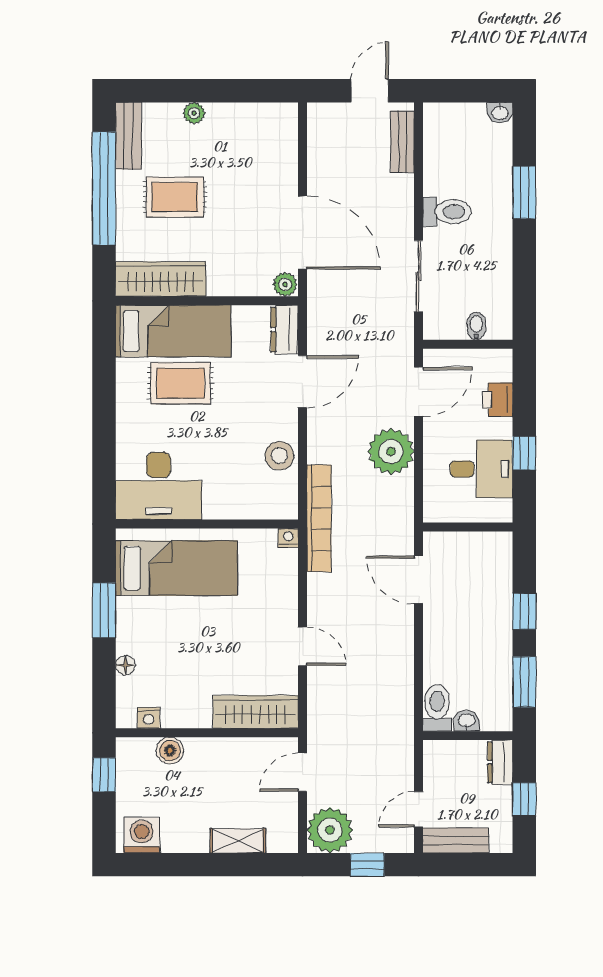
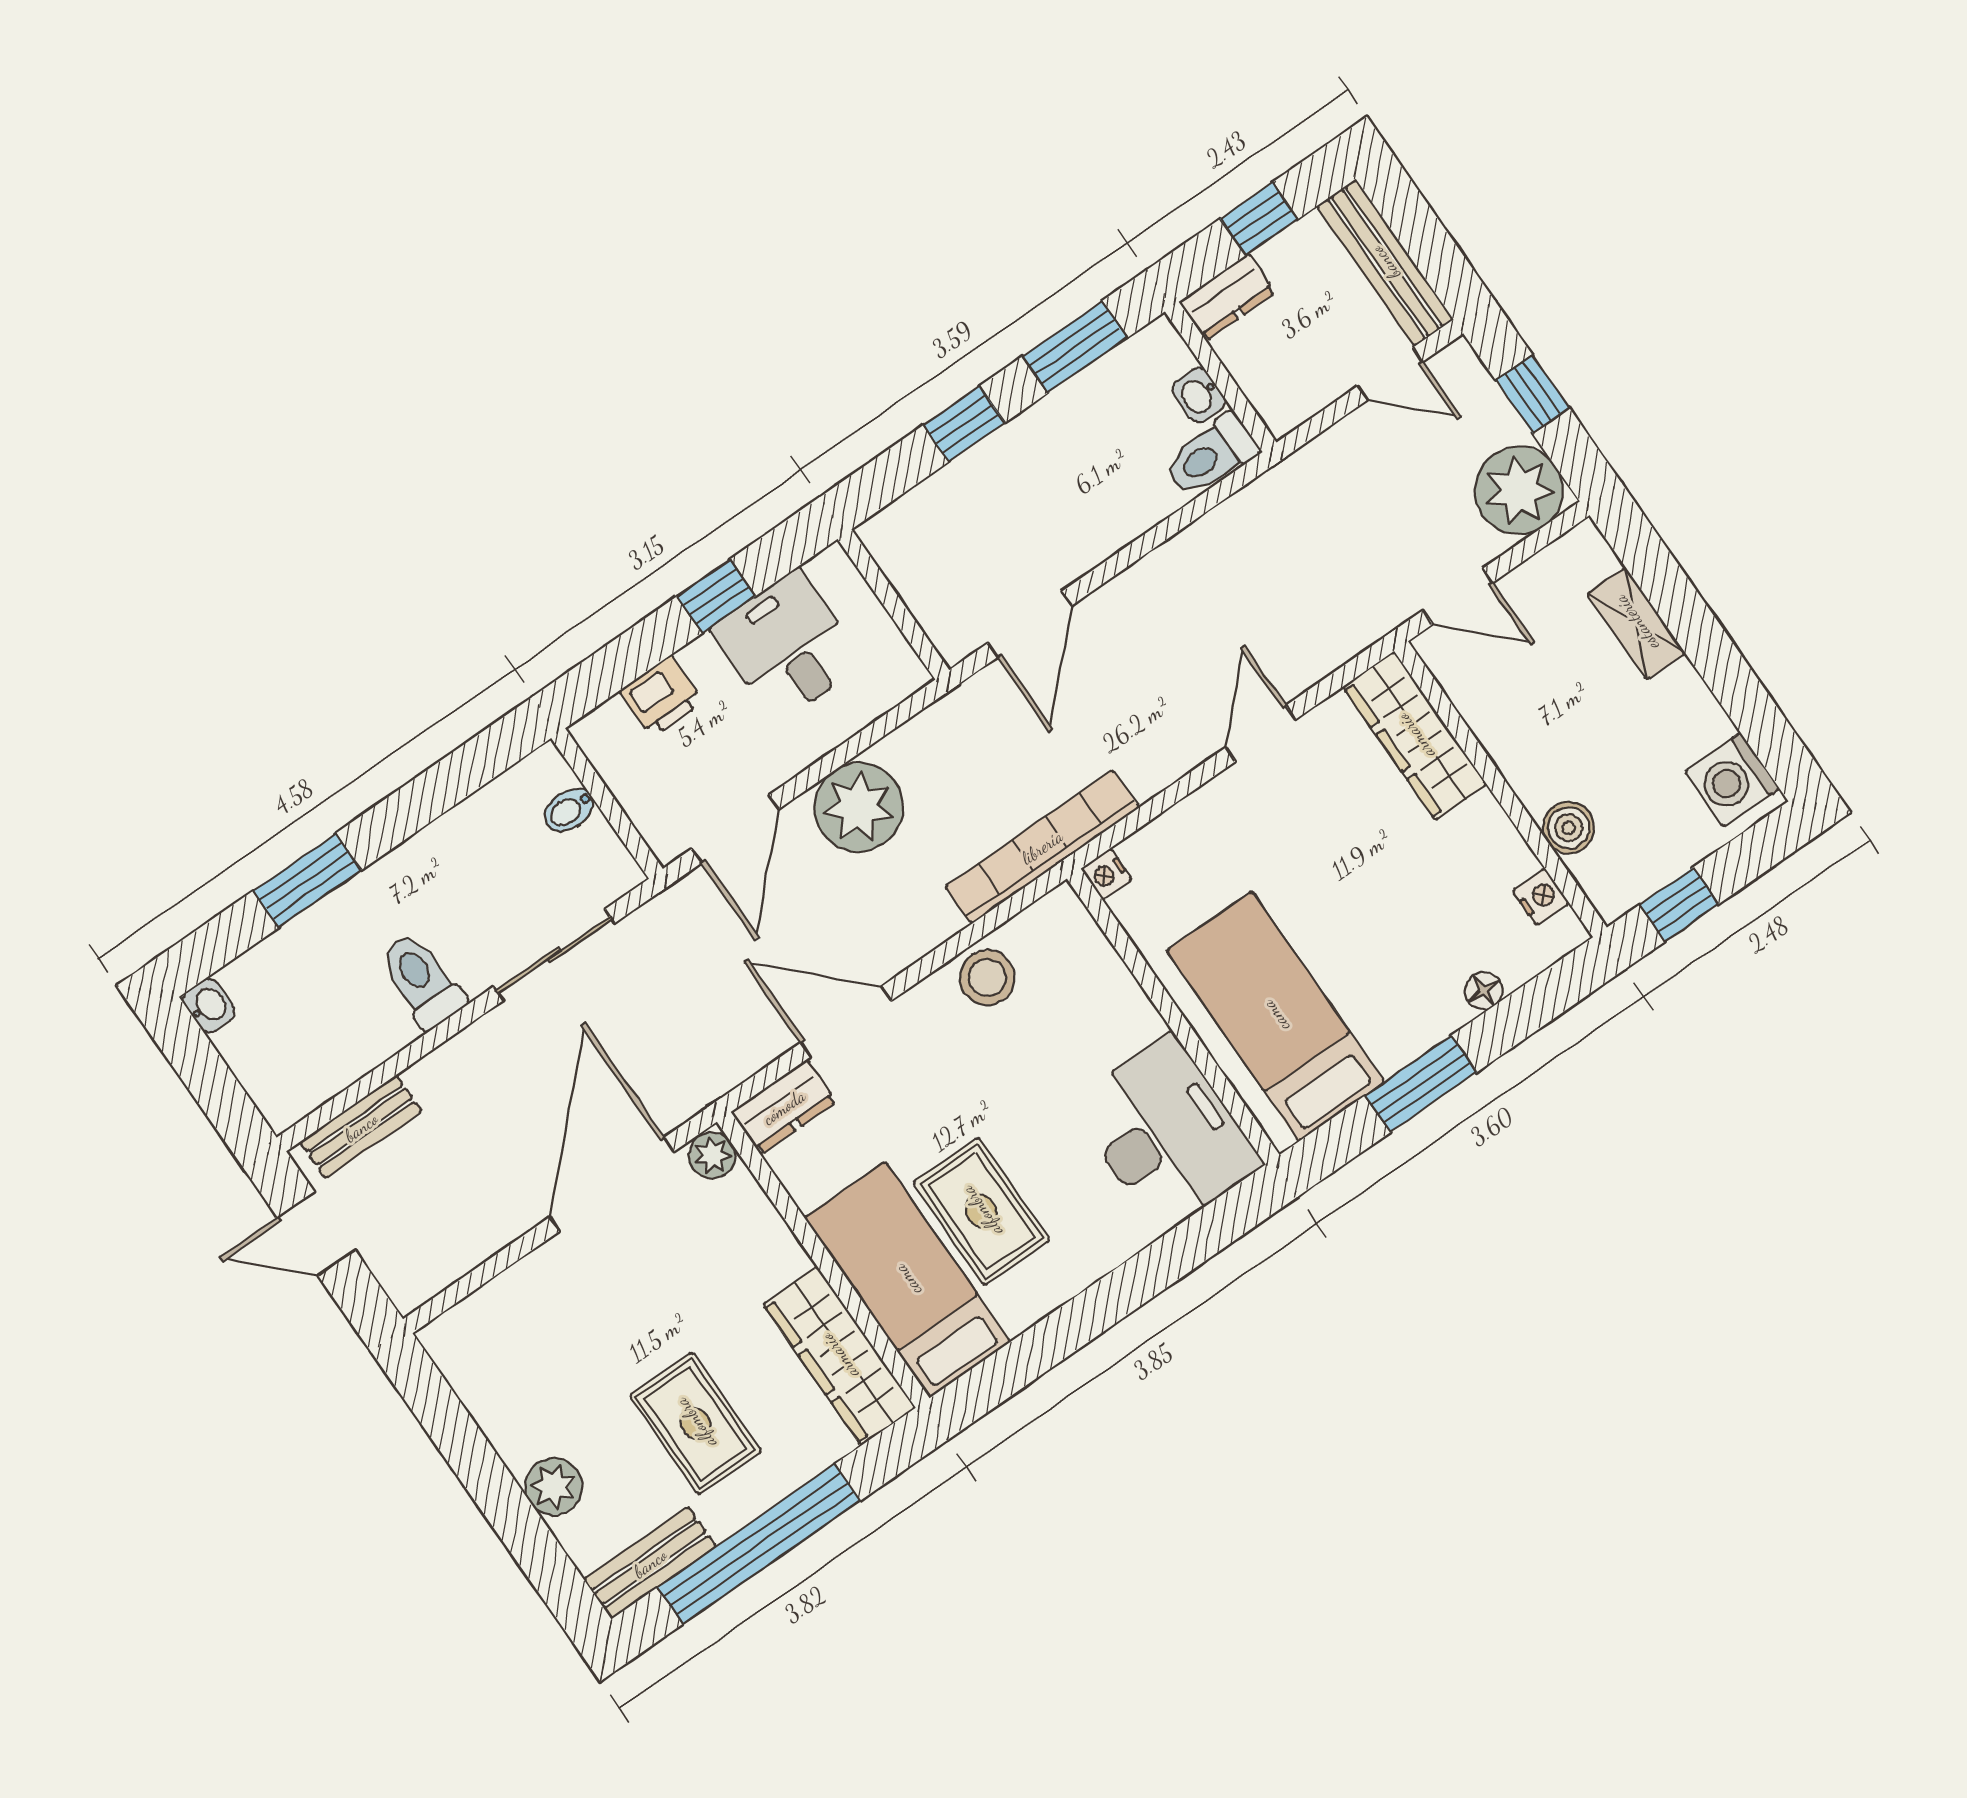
plant: (194, 113) -> (554, 1487), width x1.38, depth x1.38
door: (419, 392) -> (735, 829), swing flipped
bench: (456, 840) -> (1385, 263), width x1.36

